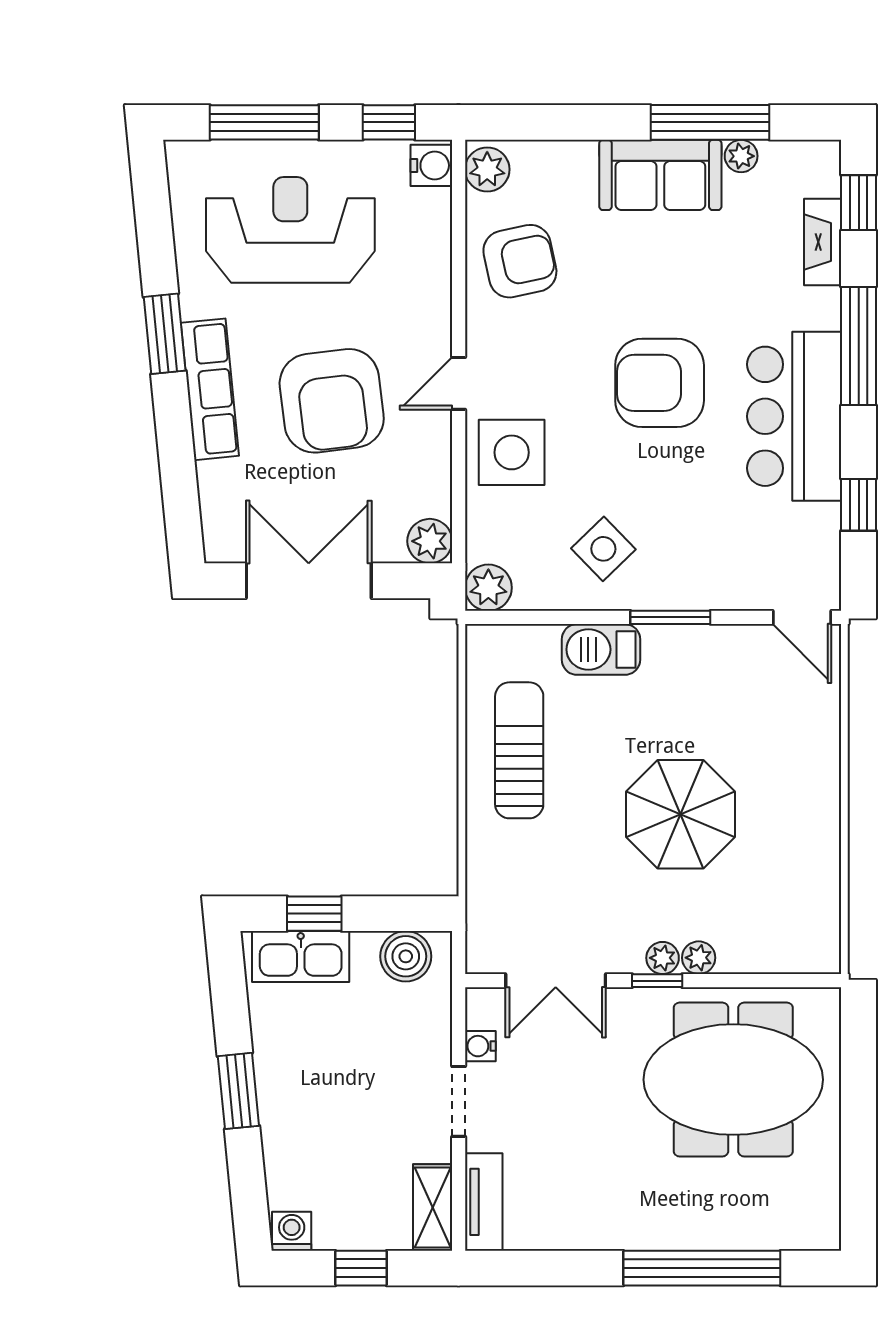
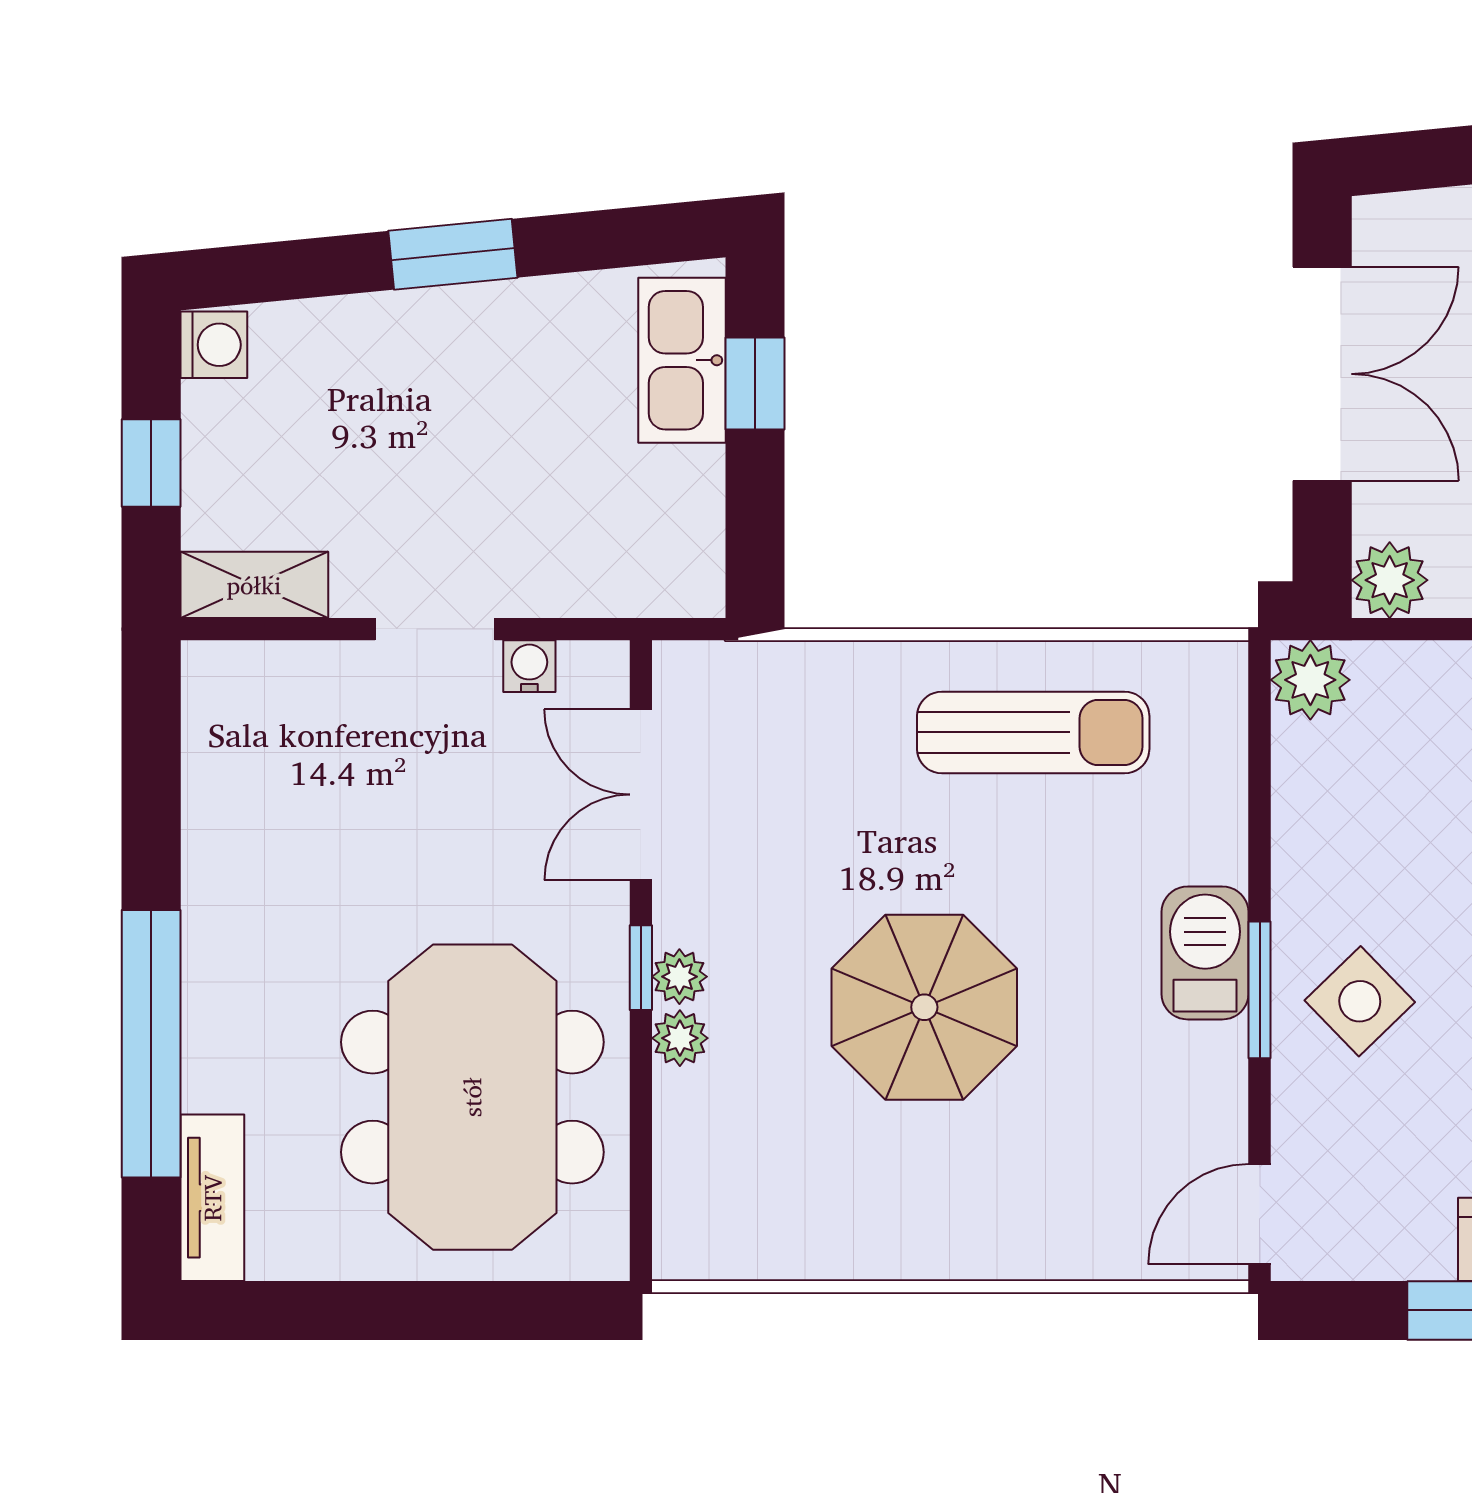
side table: (603, 549) -> (1360, 1001), moved
barbecue: (601, 649) -> (1205, 953), moved
boiler: (406, 956) -> (682, 539), removed
tv unit: (484, 1202) -> (212, 1198), moved, turned -90

